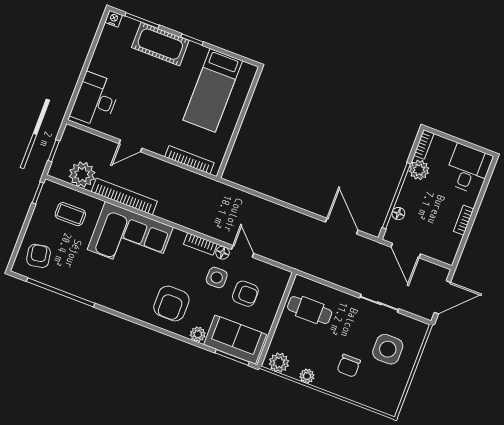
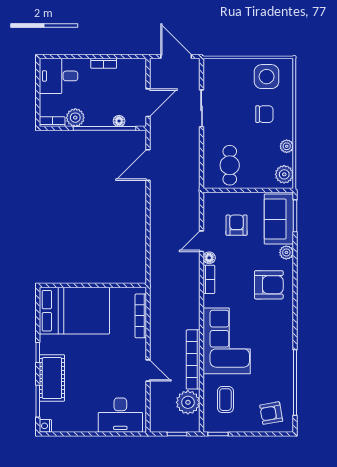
bed: (213, 90) -> (74, 311), width x1.50
side table: (217, 278) -> (232, 255), removed
side table: (388, 349) -> (267, 77), moved

